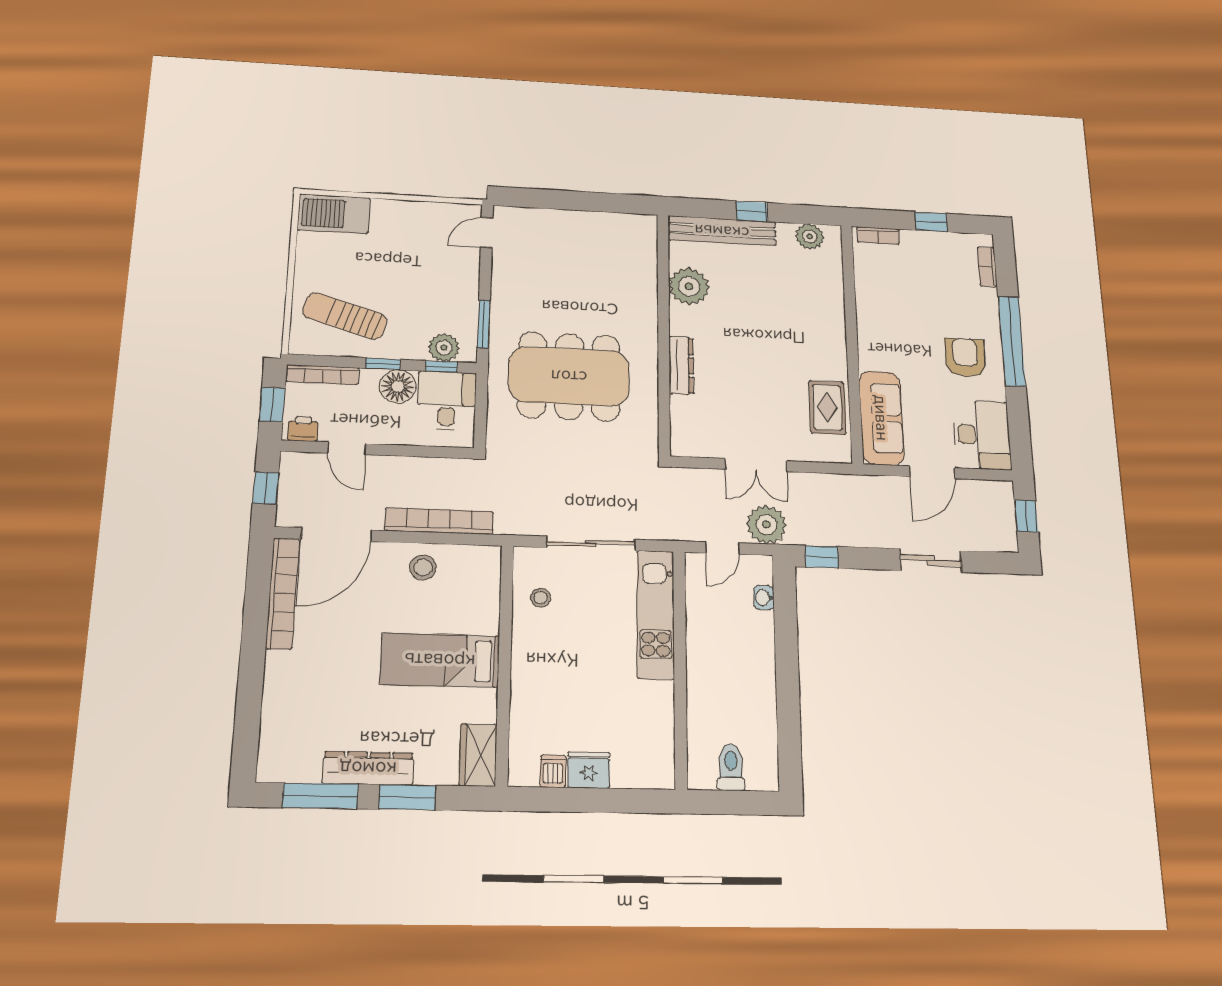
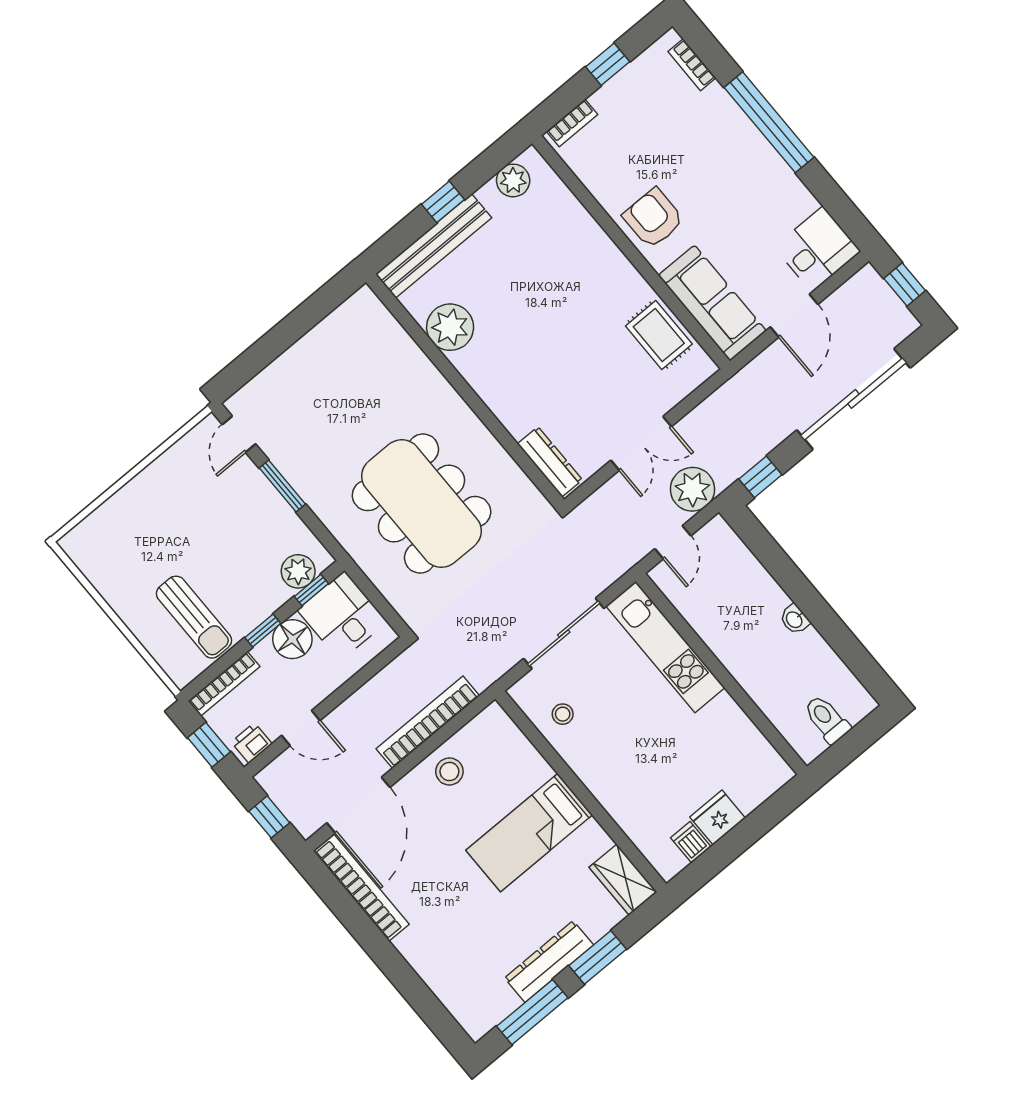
barbecue: (334, 214) -> (100, 534), removed
sun lounger: (345, 316) -> (194, 617), turned -107
window: (484, 324) -> (282, 486), moved
armchair: (965, 357) -> (653, 218), moved
dresser: (681, 365) -> (550, 462), moved
dining table: (569, 376) -> (422, 504), turned 90
desk: (982, 435) -> (817, 249), width x0.73
sliding door: (931, 561) -> (854, 399), width x1.86
washbasin: (764, 598) -> (795, 619), moved

